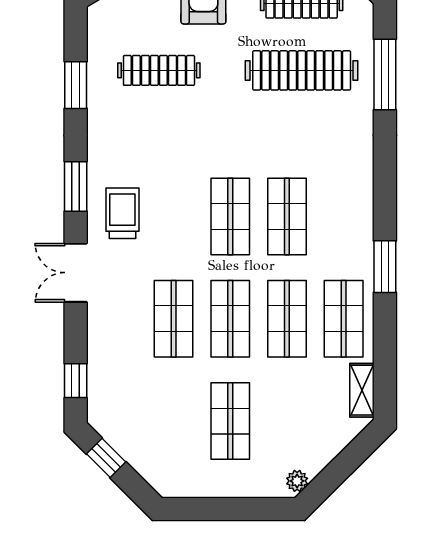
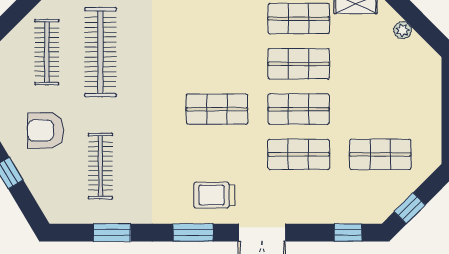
shop shelf: (287, 216) -> (217, 64), removed
shop shelf: (230, 421) -> (380, 154), moved
plant: (297, 481) -> (403, 30), moved

